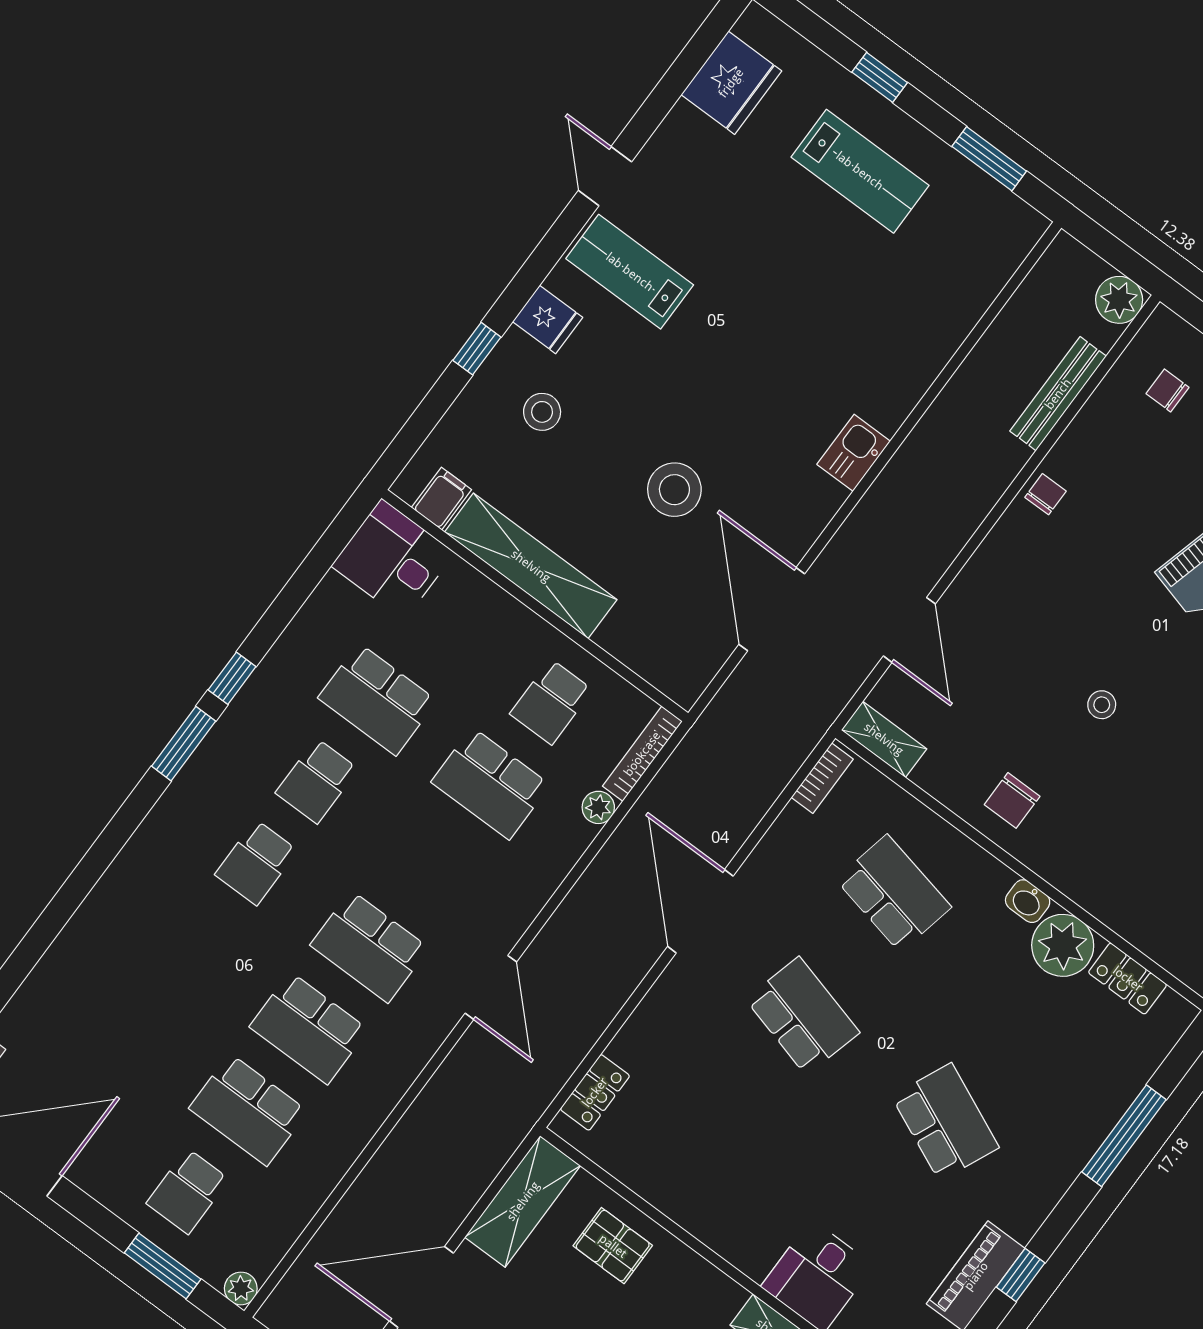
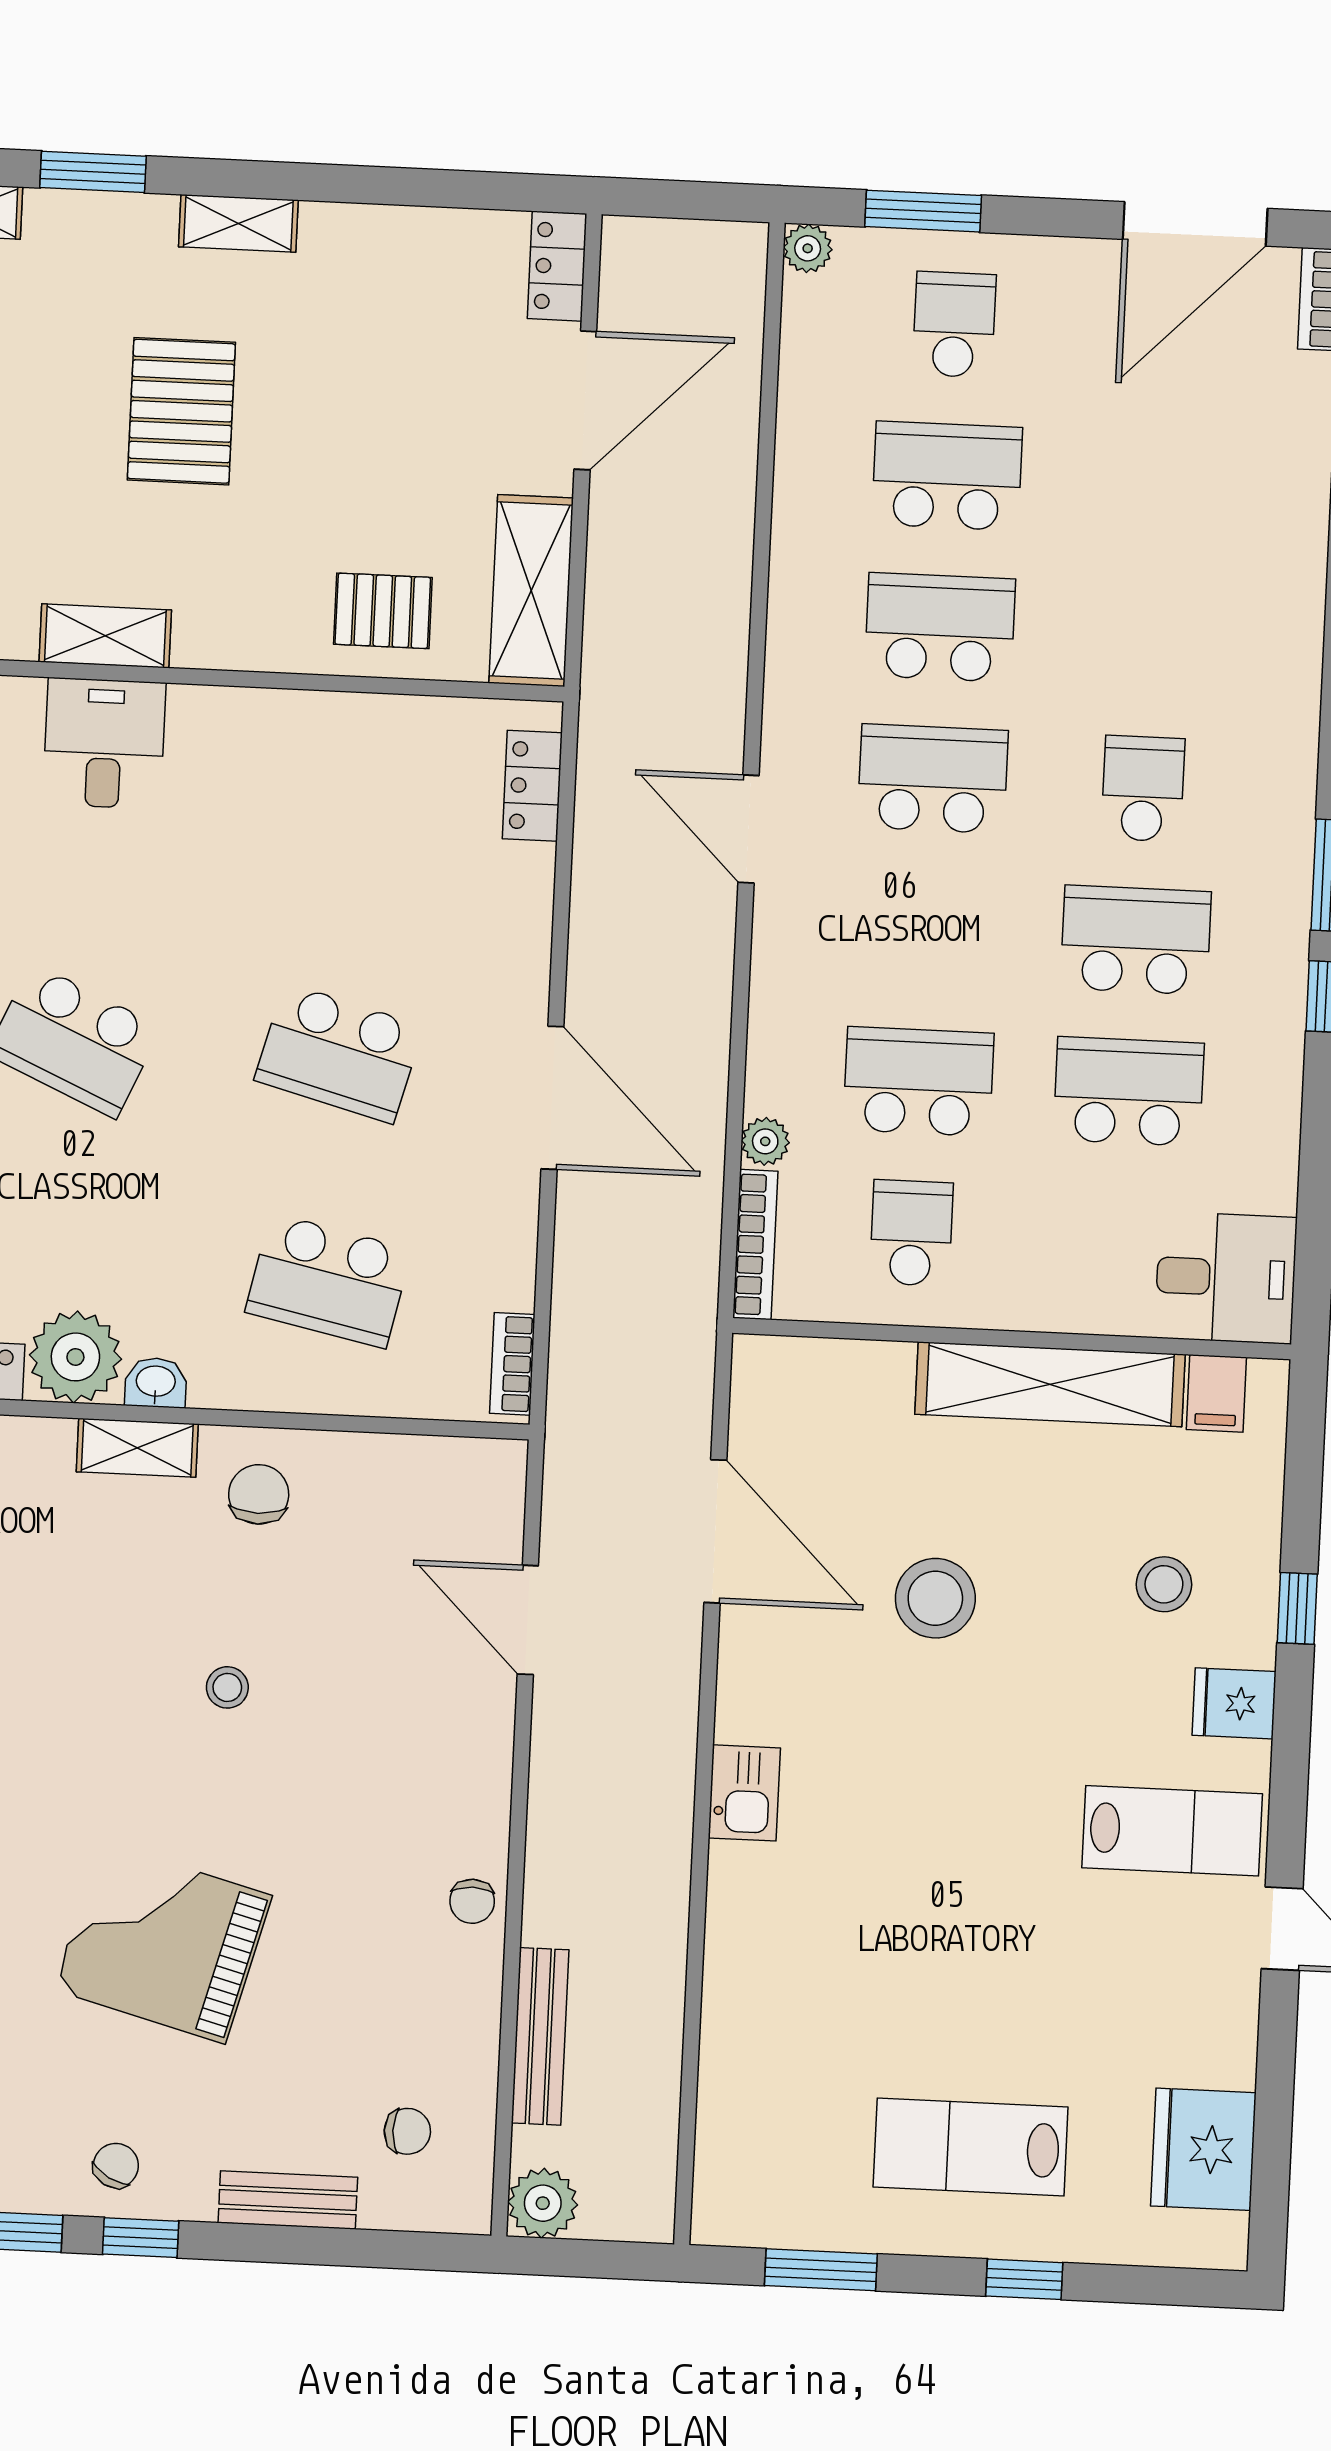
shelving: (884, 739) -> (137, 1448), moved
school desk: (317, 781) -> (1136, 940), width x1.85

